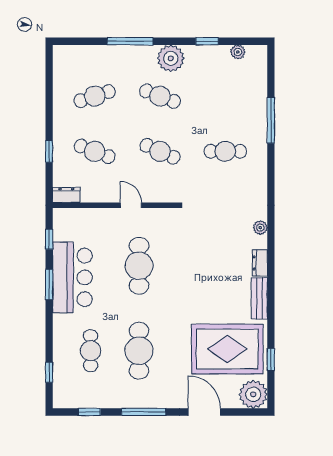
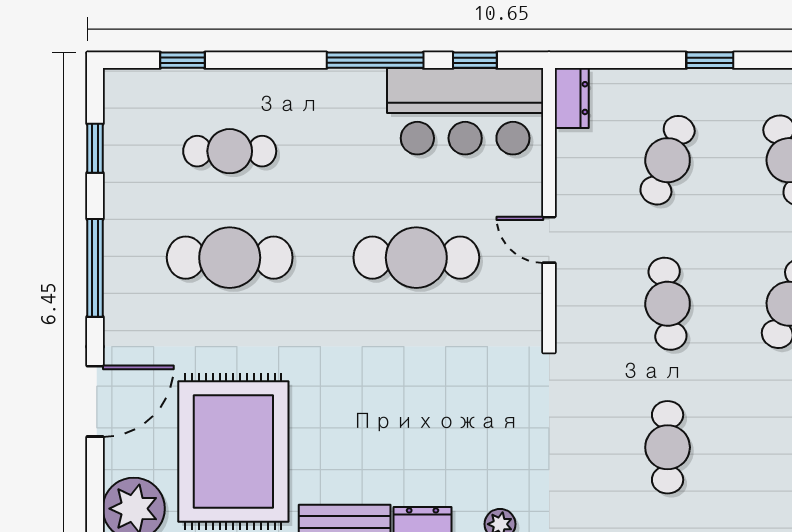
window: (49, 151) -> (710, 60), moved
cafe table: (160, 151) -> (668, 304), turned -30
door: (131, 205) -> (549, 240), swing flipped
bar counter: (72, 277) -> (465, 111), moved
window: (49, 285) -> (375, 60), width x1.44

